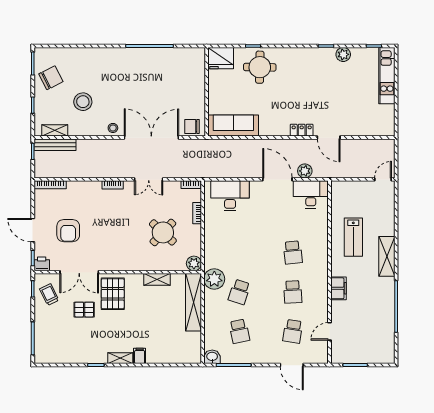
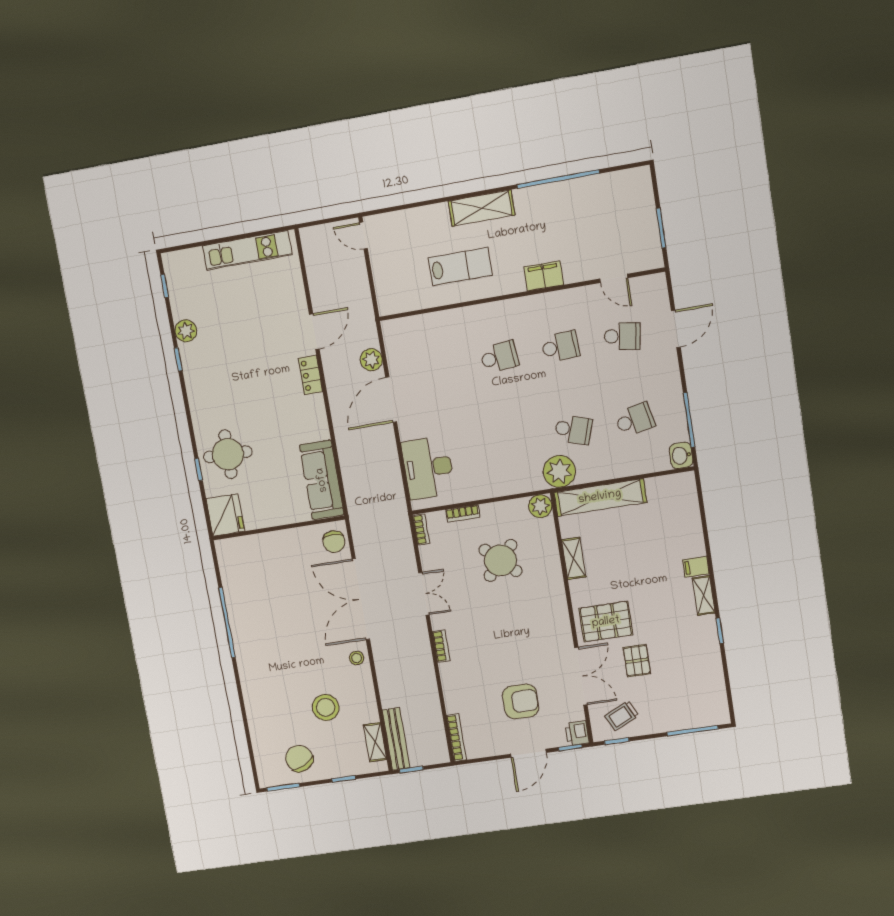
kitchen unit: (387, 76) -> (247, 250), moved
desk: (311, 194) -> (405, 344), removed

